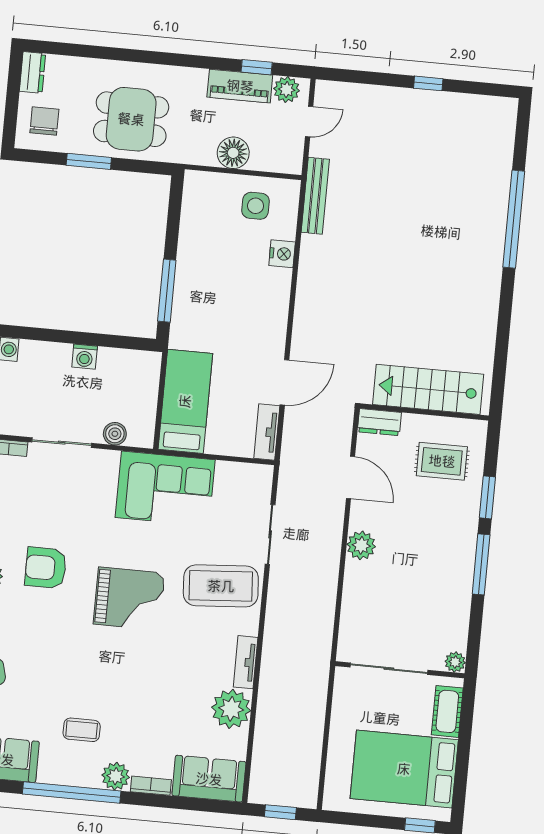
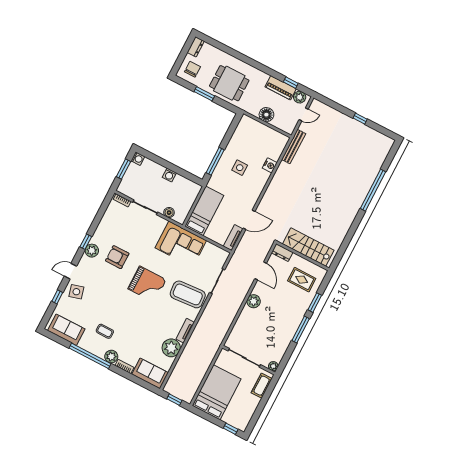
side table: (256, 206) -> (240, 168), moved
bed: (404, 769) -> (217, 392), moved, turned 90

